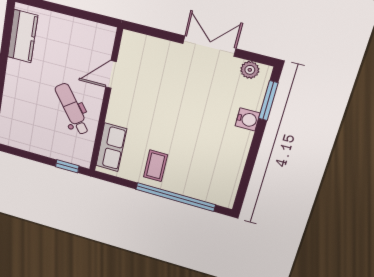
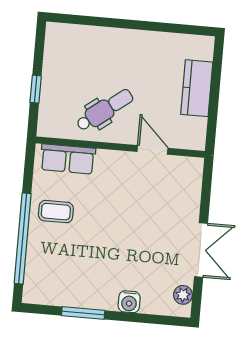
kitchen counter: (23, 36) -> (197, 88), moved, turned 90
window: (268, 101) -> (83, 313), moved
window: (67, 166) -> (36, 89), moved

